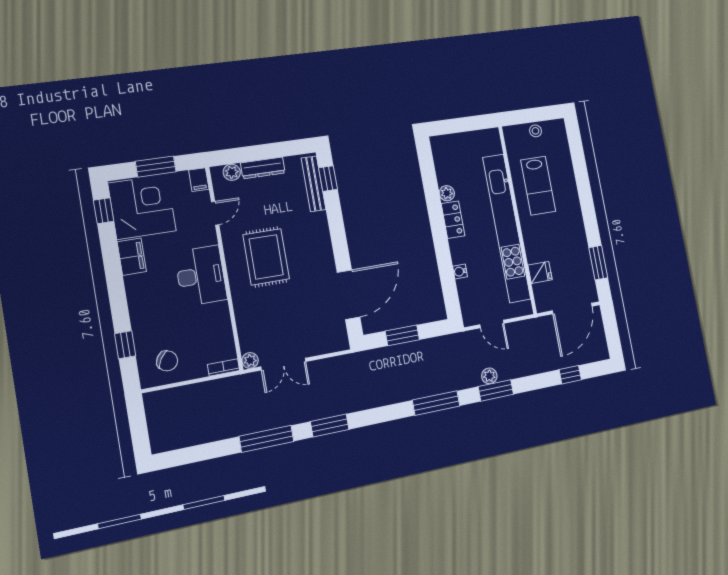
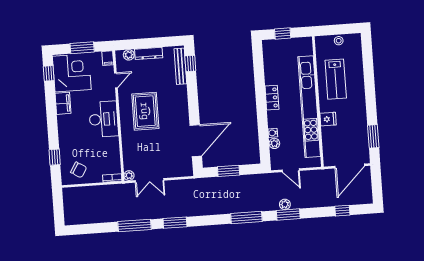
window: (457, 125) -> (283, 33), added
plant: (447, 193) -> (274, 143), moved
fridge: (540, 272) -> (328, 119), moved

